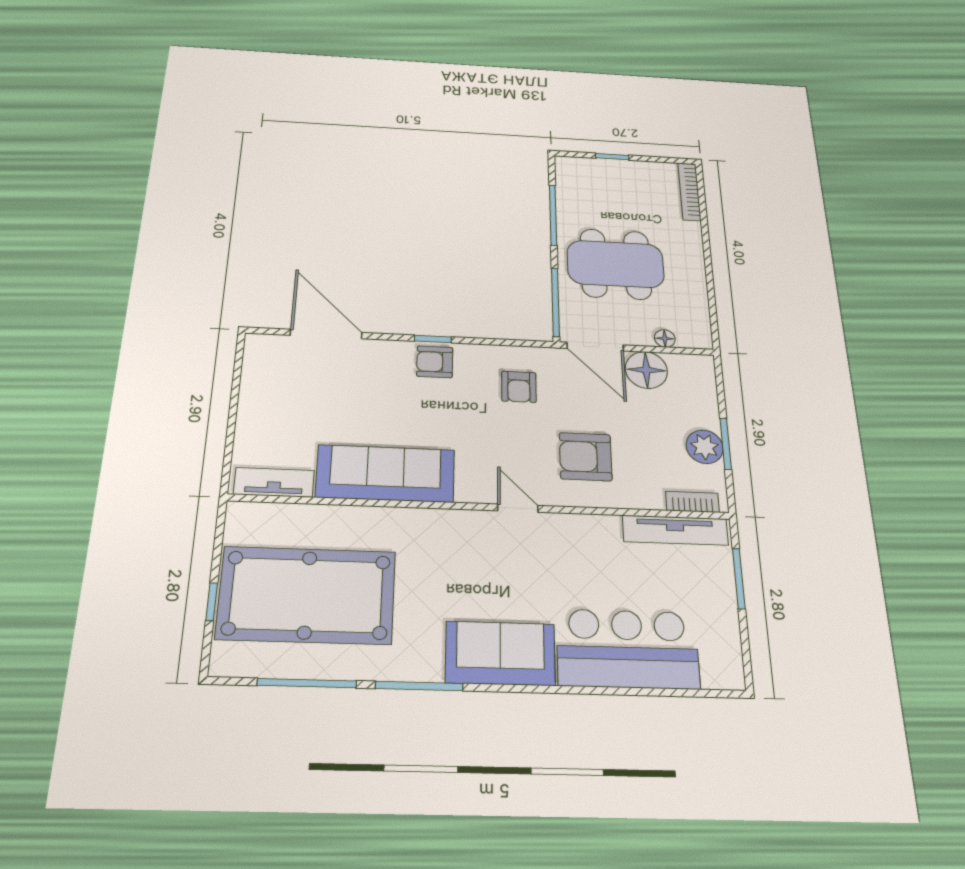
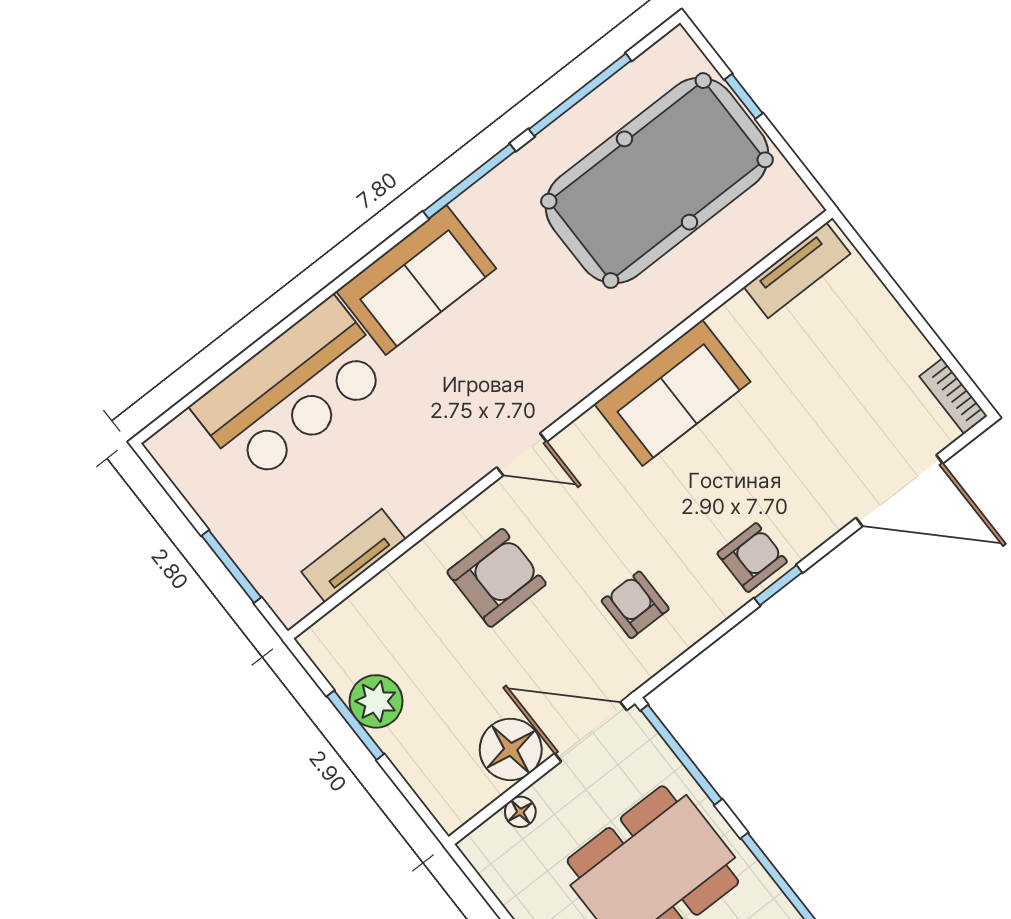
sofa: (386, 473) -> (672, 393), width x0.73
bookcase: (692, 502) -> (953, 396), moved, turned 90
tv unit: (675, 530) -> (353, 555), width x0.71

